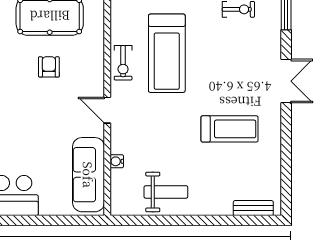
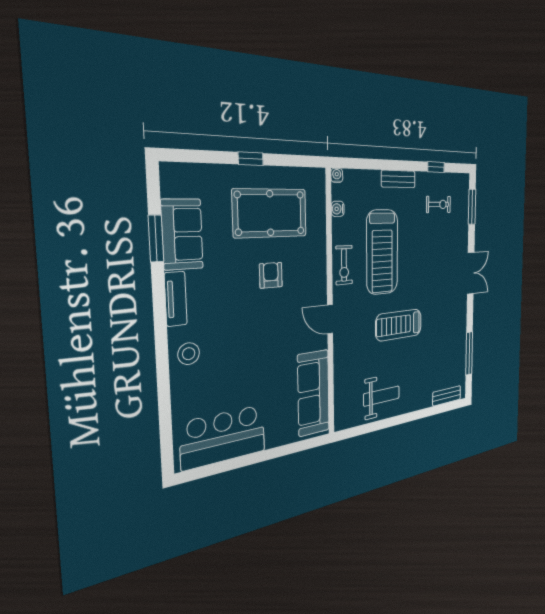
treadmill: (230, 129) -> (399, 325), moved, turned 180
water cooler: (117, 161) -> (338, 209), moved
window: (286, 167) -> (469, 353), added

